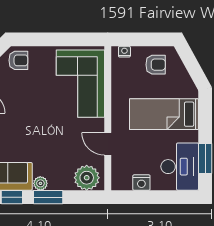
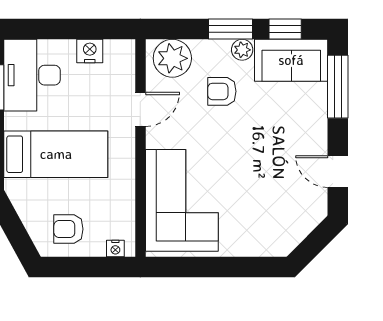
armchair: (18, 60) -> (222, 91), moved
door: (108, 144) -> (140, 109), hinge flipped

